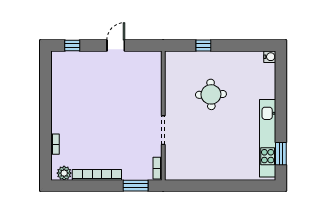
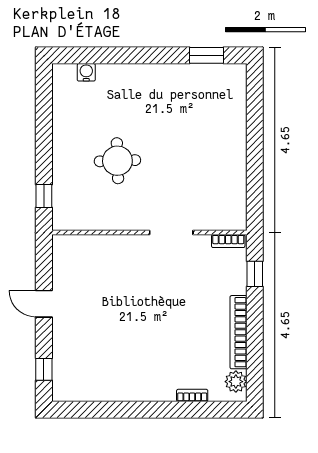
window: (203, 45) -> (44, 196), moved
water cooler: (270, 57) -> (86, 72), moved
kitchen unit: (268, 138) -> (183, 76), removed
window: (136, 186) -> (255, 274), width x0.67

